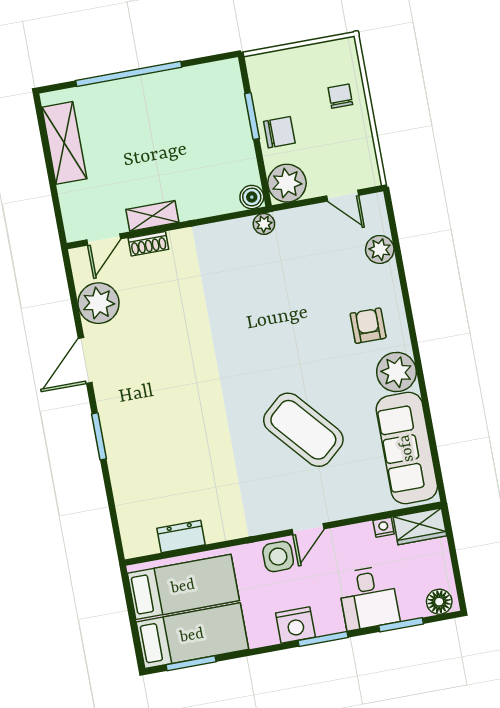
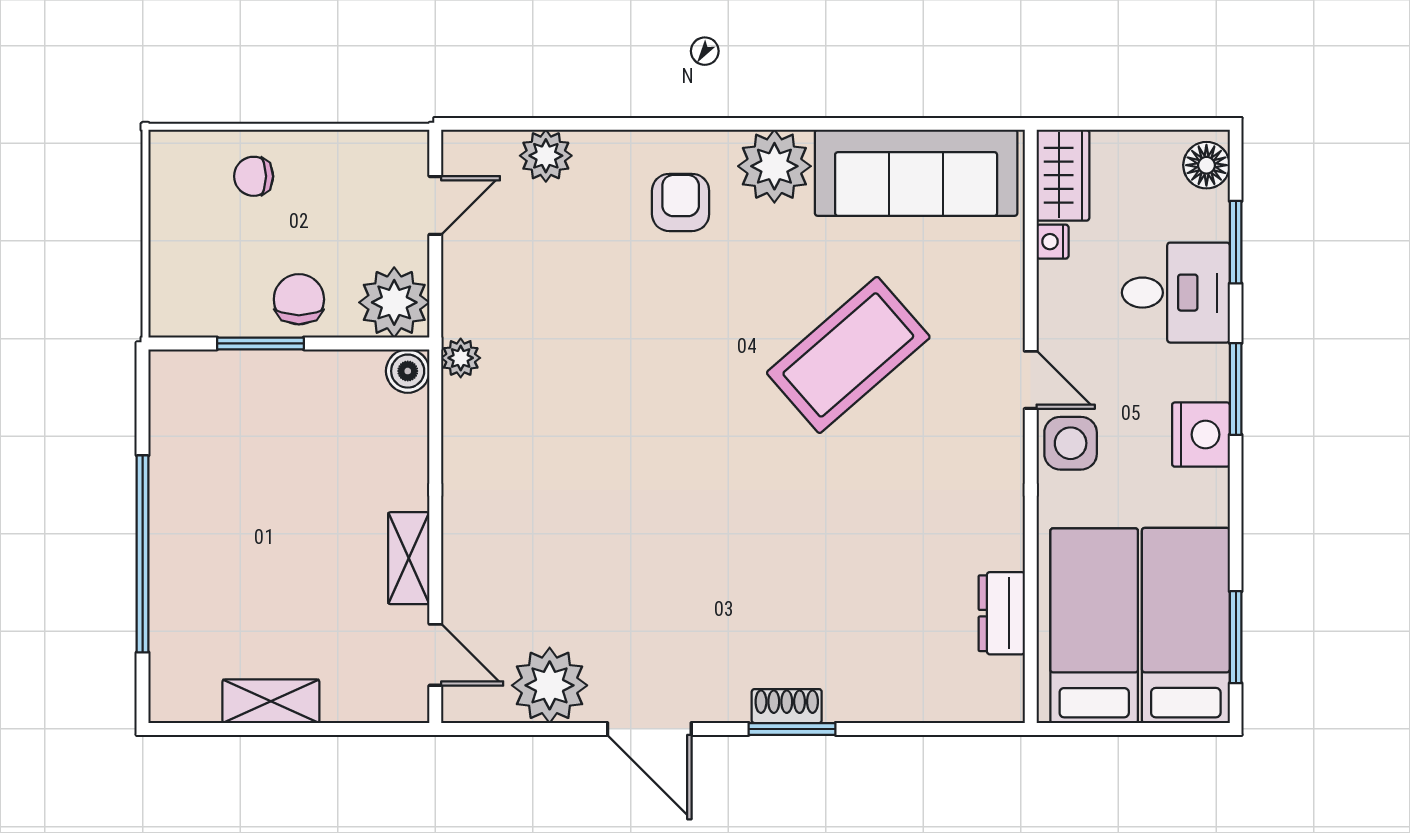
shelving: (64, 143) -> (271, 701), width x0.67, depth x0.75
shoe rack: (148, 244) -> (787, 706), moved, turned -90
armchair: (368, 326) -> (681, 202), turned 90

